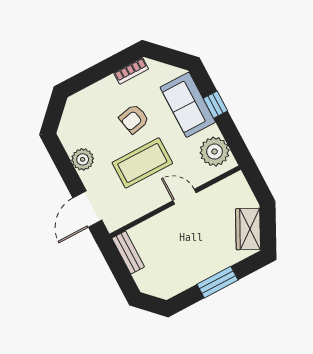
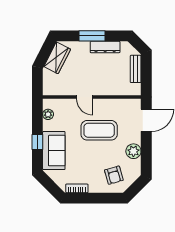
armchair: (134, 119) -> (114, 175), moved, turned 86
plant: (215, 152) -> (48, 114), width x0.53, depth x0.53
bench: (128, 252) -> (136, 69), moved
dresser: (193, 277) -> (105, 47), added

